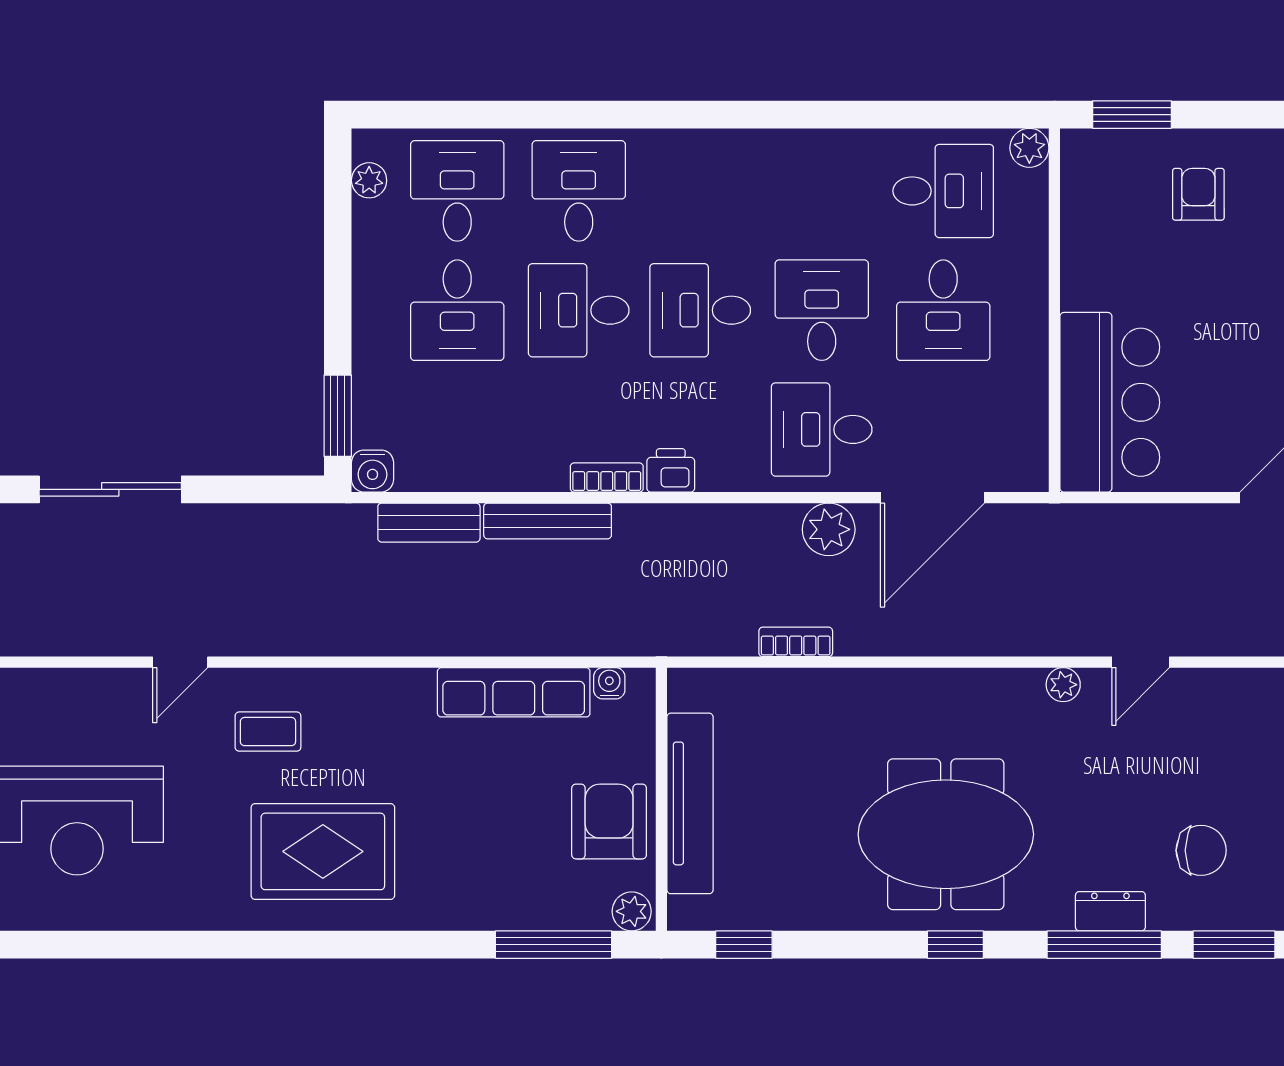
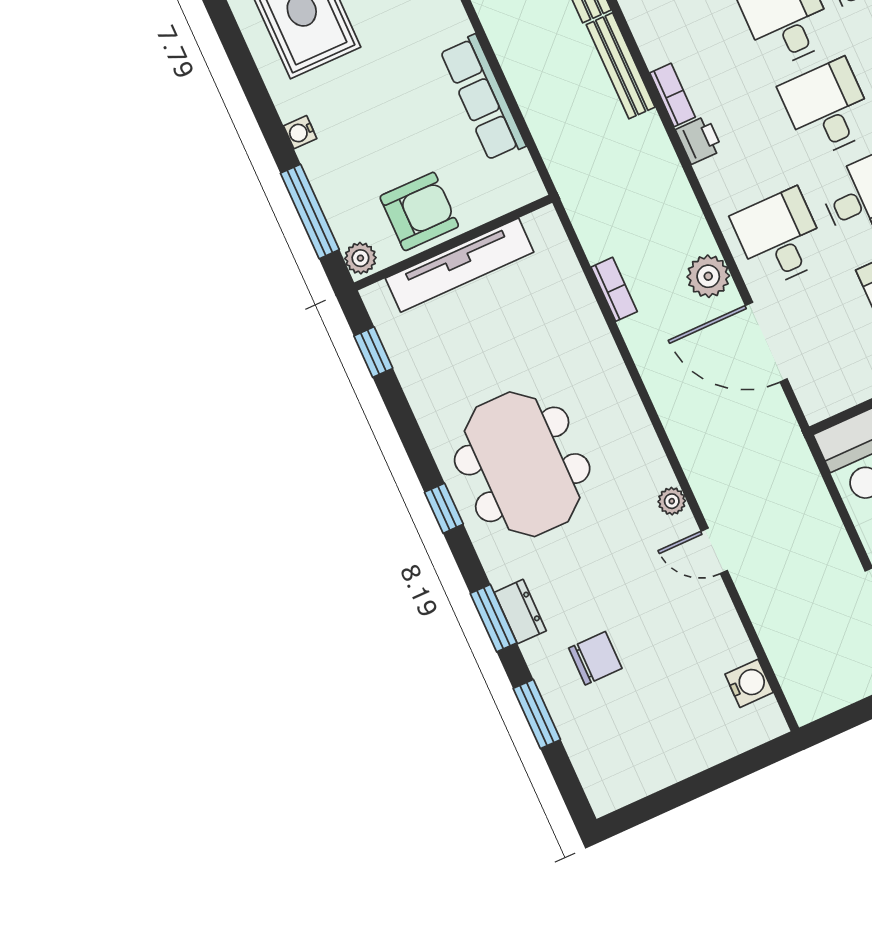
water cooler: (609, 683) -> (300, 132), moved, turned 180
chair: (1201, 850) -> (595, 658), turned -90
window: (1104, 945) -> (493, 618), width x0.69

